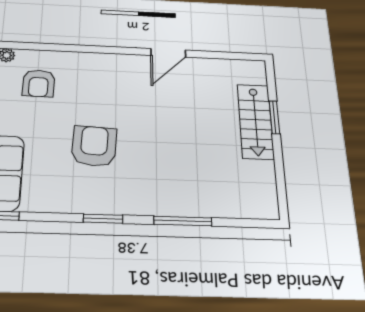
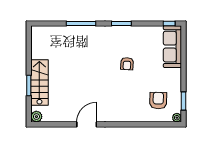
plant: (256, 68) -> (36, 117), added
armchair: (94, 146) -> (127, 64), width x0.53, depth x0.53

